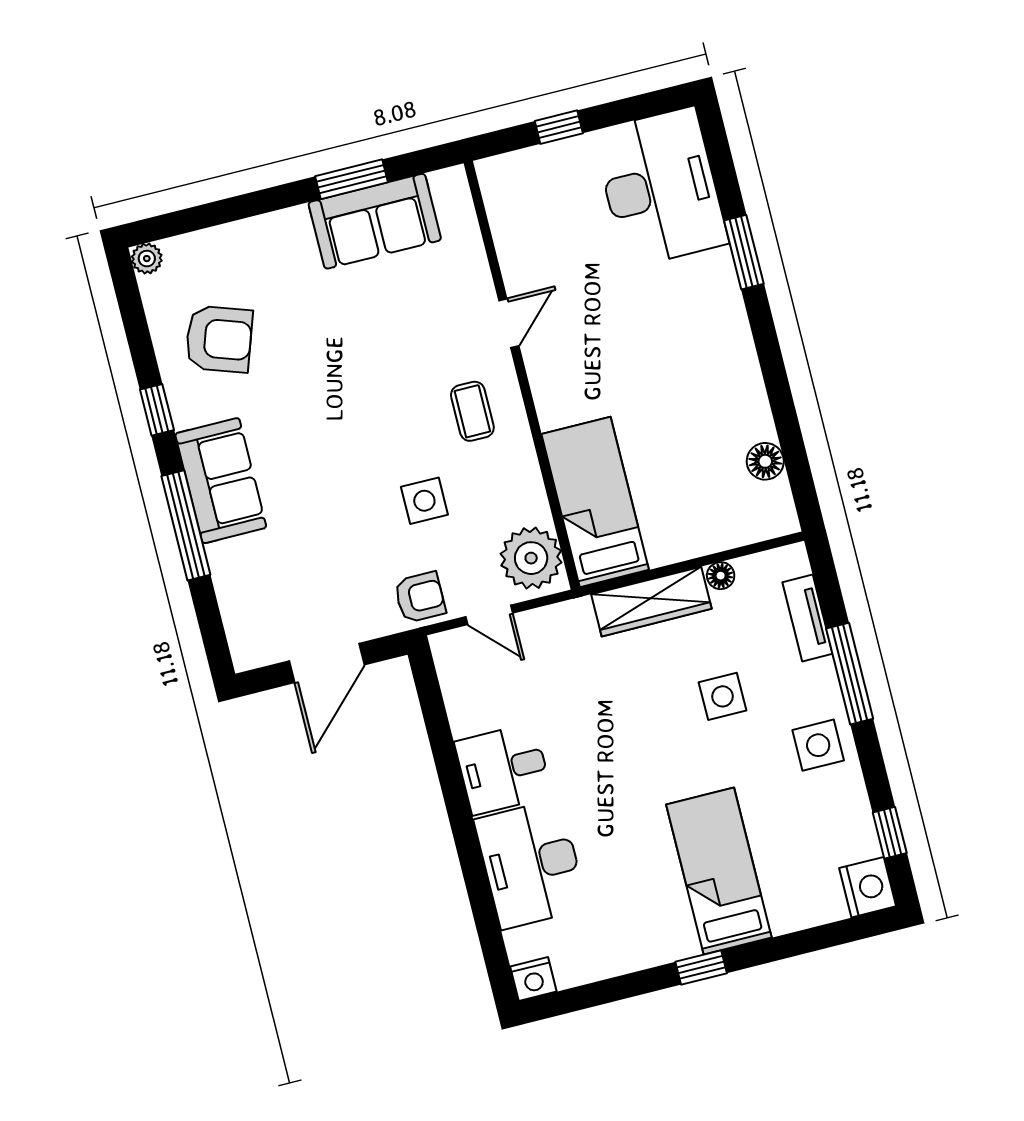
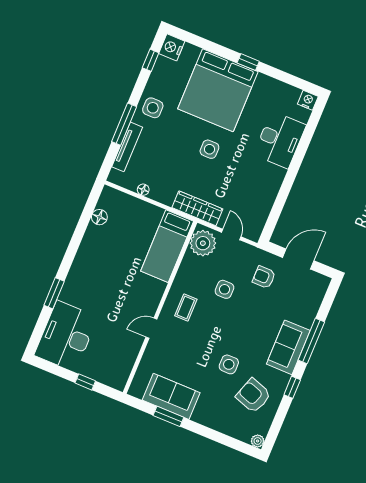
side table: (310, 364) -> (229, 364), added
armchair: (420, 597) -> (264, 277), moved
wardrobe: (651, 602) -> (197, 208), moved
tv unit: (807, 618) -> (127, 147), width x1.41
side table: (722, 696) -> (209, 149), moved
desk: (503, 769) -> (265, 179), removed
bed: (719, 871) -> (218, 90), width x2.04

